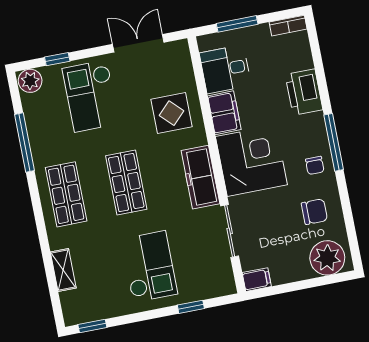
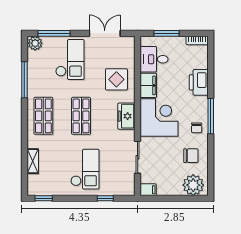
window: (57, 59) -> (54, 33), width x2.17
checkout: (91, 96) -> (70, 60), turned 180
freezer: (200, 177) -> (126, 116), width x0.71

